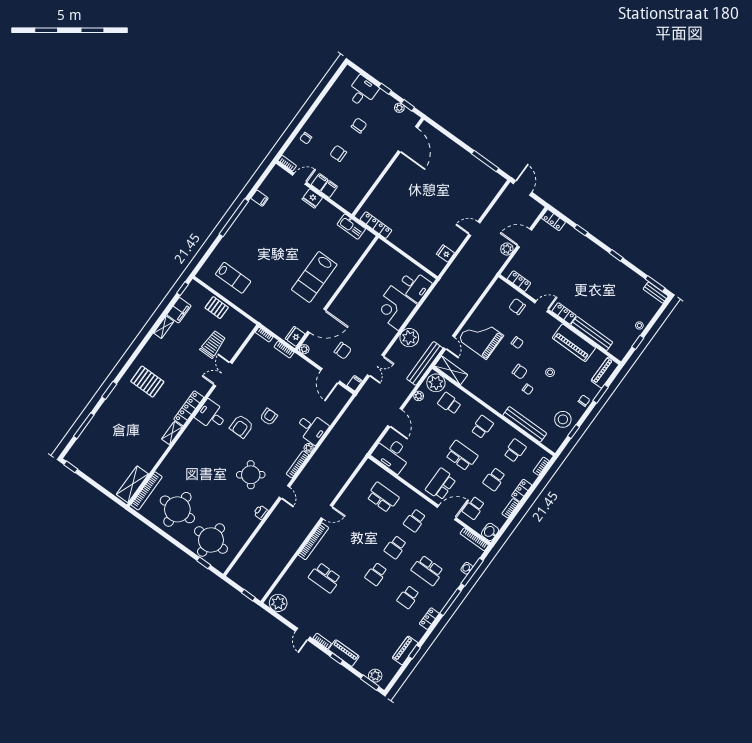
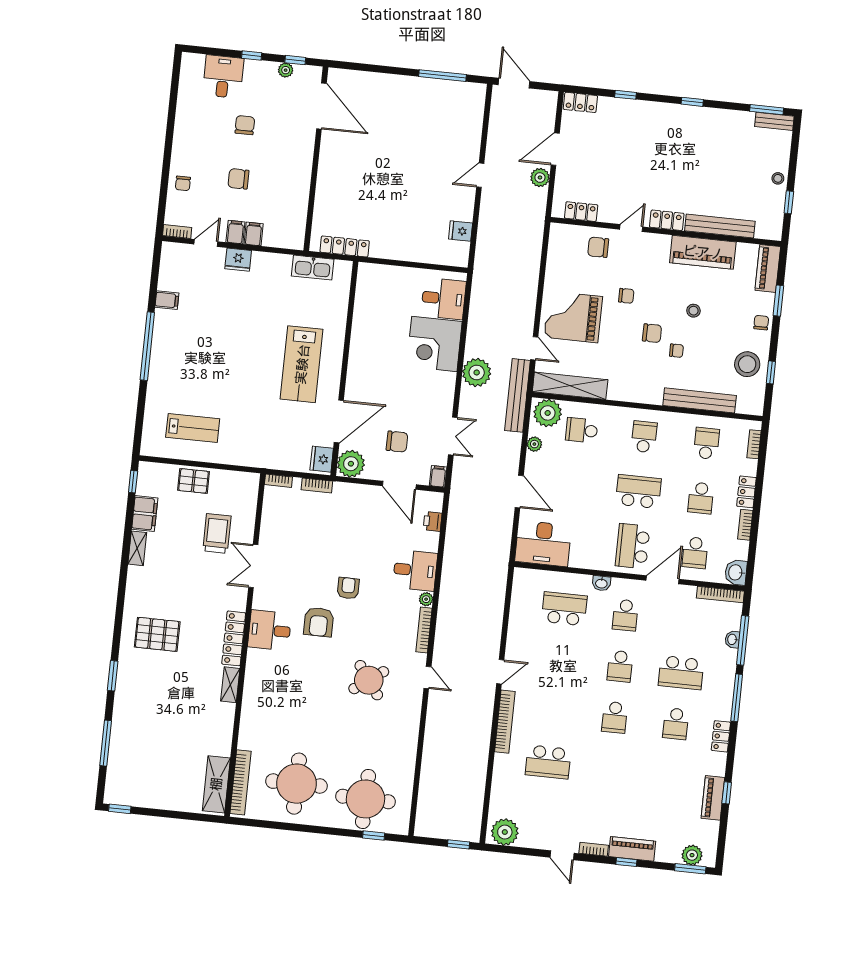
plant: (304, 349) -> (351, 464), width x1.88, depth x1.88
shelving: (451, 370) -> (570, 386), width x1.47
washbasin: (412, 495) -> (601, 583), added
printer: (261, 512) -> (433, 521), moved

